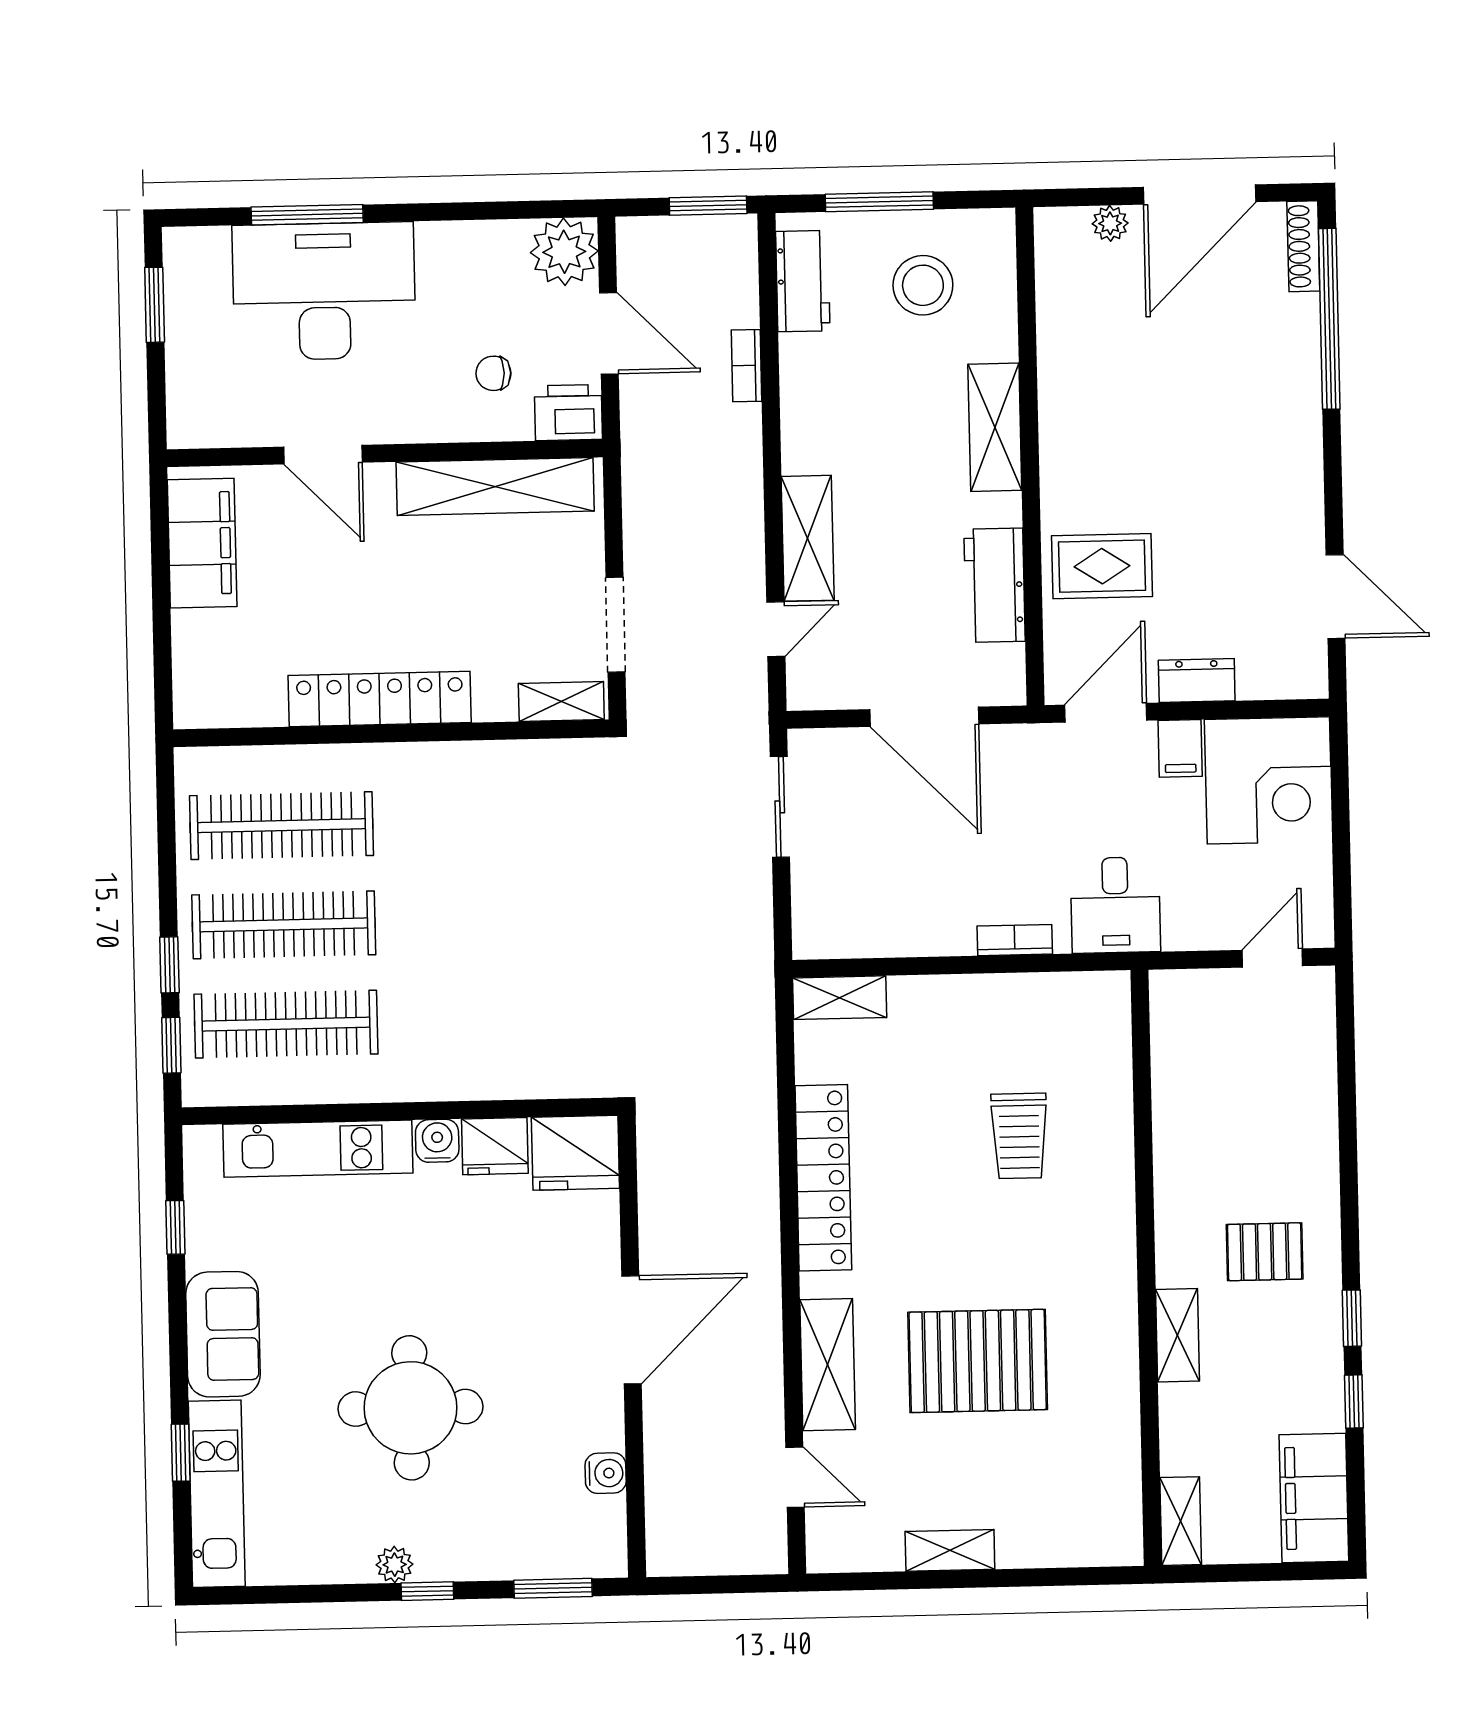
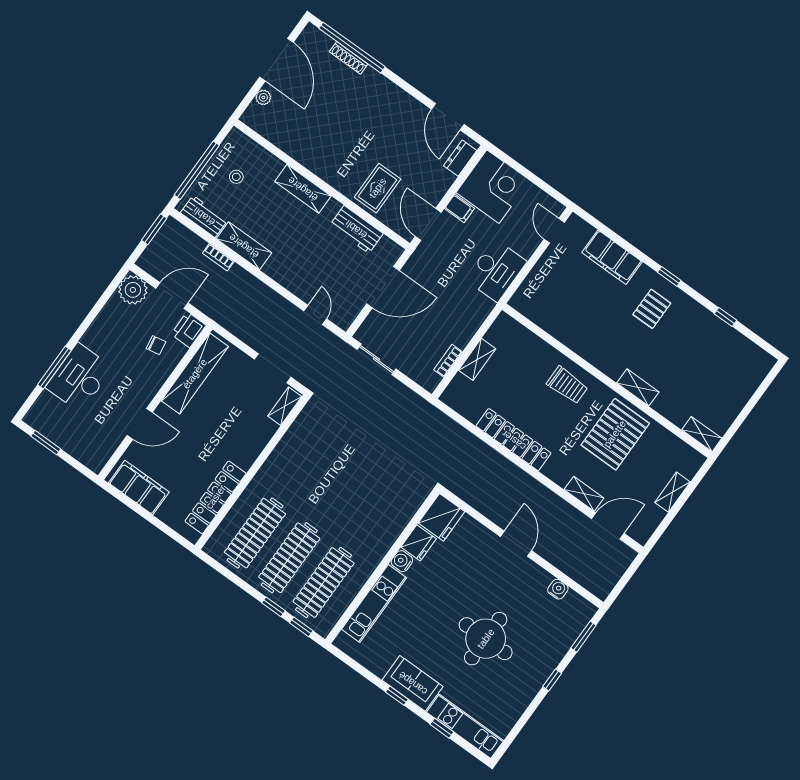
window: (879, 202) -> (197, 170), width x1.46
shoe rack: (1303, 246) -> (349, 58), moved
stool: (923, 285) -> (236, 177), width x0.53, depth x0.53
desk: (324, 291) -> (79, 378), width x0.73, depth x0.77
chair: (493, 373) -> (156, 345), turned -100
shelving: (808, 538) -> (244, 246), moved
door: (1336, 597) -> (448, 117), swing flipped
dresser: (1197, 680) -> (460, 158), moved
locker: (380, 699) -> (216, 497), moved
desk: (1115, 905) -> (496, 271), width x1.37
bookcase: (1015, 940) -> (448, 361), moved
shelving: (840, 998) -> (477, 359), moved
trolley: (1019, 1136) -> (567, 385), moved
window: (175, 1227) -> (397, 696), moved
wall: (1146, 1268) -> (607, 381), moved
window: (1352, 1318) -> (669, 276), moved
door: (632, 1330) -> (516, 544), width x0.73
shelving: (1177, 1335) -> (638, 387), moved
shelving: (828, 1365) -> (584, 494), width x0.67, depth x0.75
door: (795, 1477) -> (608, 526), width x1.38
filing cabinet: (1314, 1498) -> (612, 257), moved
shelving: (1181, 1521) -> (702, 434), moved
plant: (395, 1565) -> (535, 684), removed

